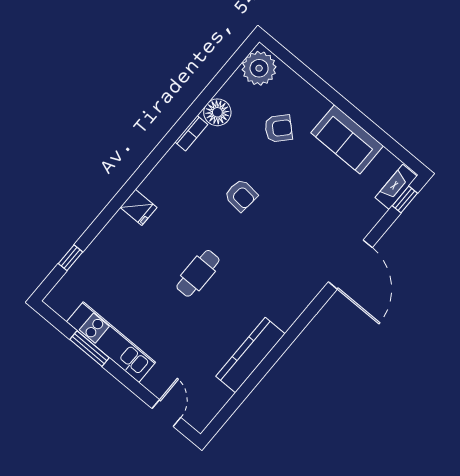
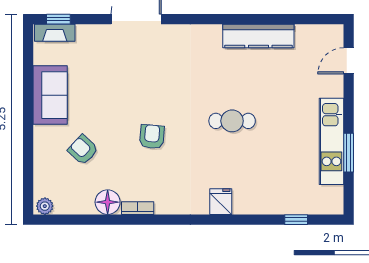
plant: (259, 68) -> (45, 206), width x0.53, depth x0.53

